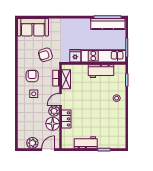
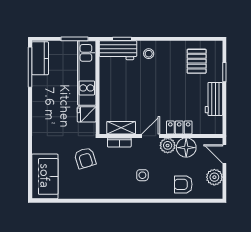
kitchen counter: (108, 24) -> (40, 58), width x0.67
workbench: (101, 71) -> (118, 50), moved, turned 90
armchair: (32, 76) -> (183, 184), moved
door: (61, 99) -> (151, 136), swing flipped
pallet: (112, 131) -> (197, 61), added

